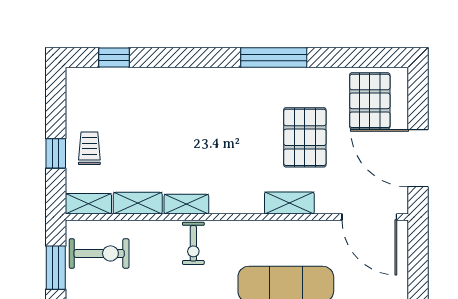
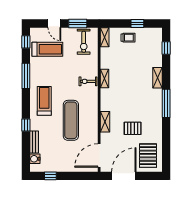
window: (274, 57) -> (166, 103), moved
pallet: (370, 101) -> (148, 156), turned 90
pallet: (305, 137) -> (133, 128), width x0.67, depth x0.71
window: (56, 153) -> (137, 23), moved
shelving: (138, 203) -> (158, 78), moved

